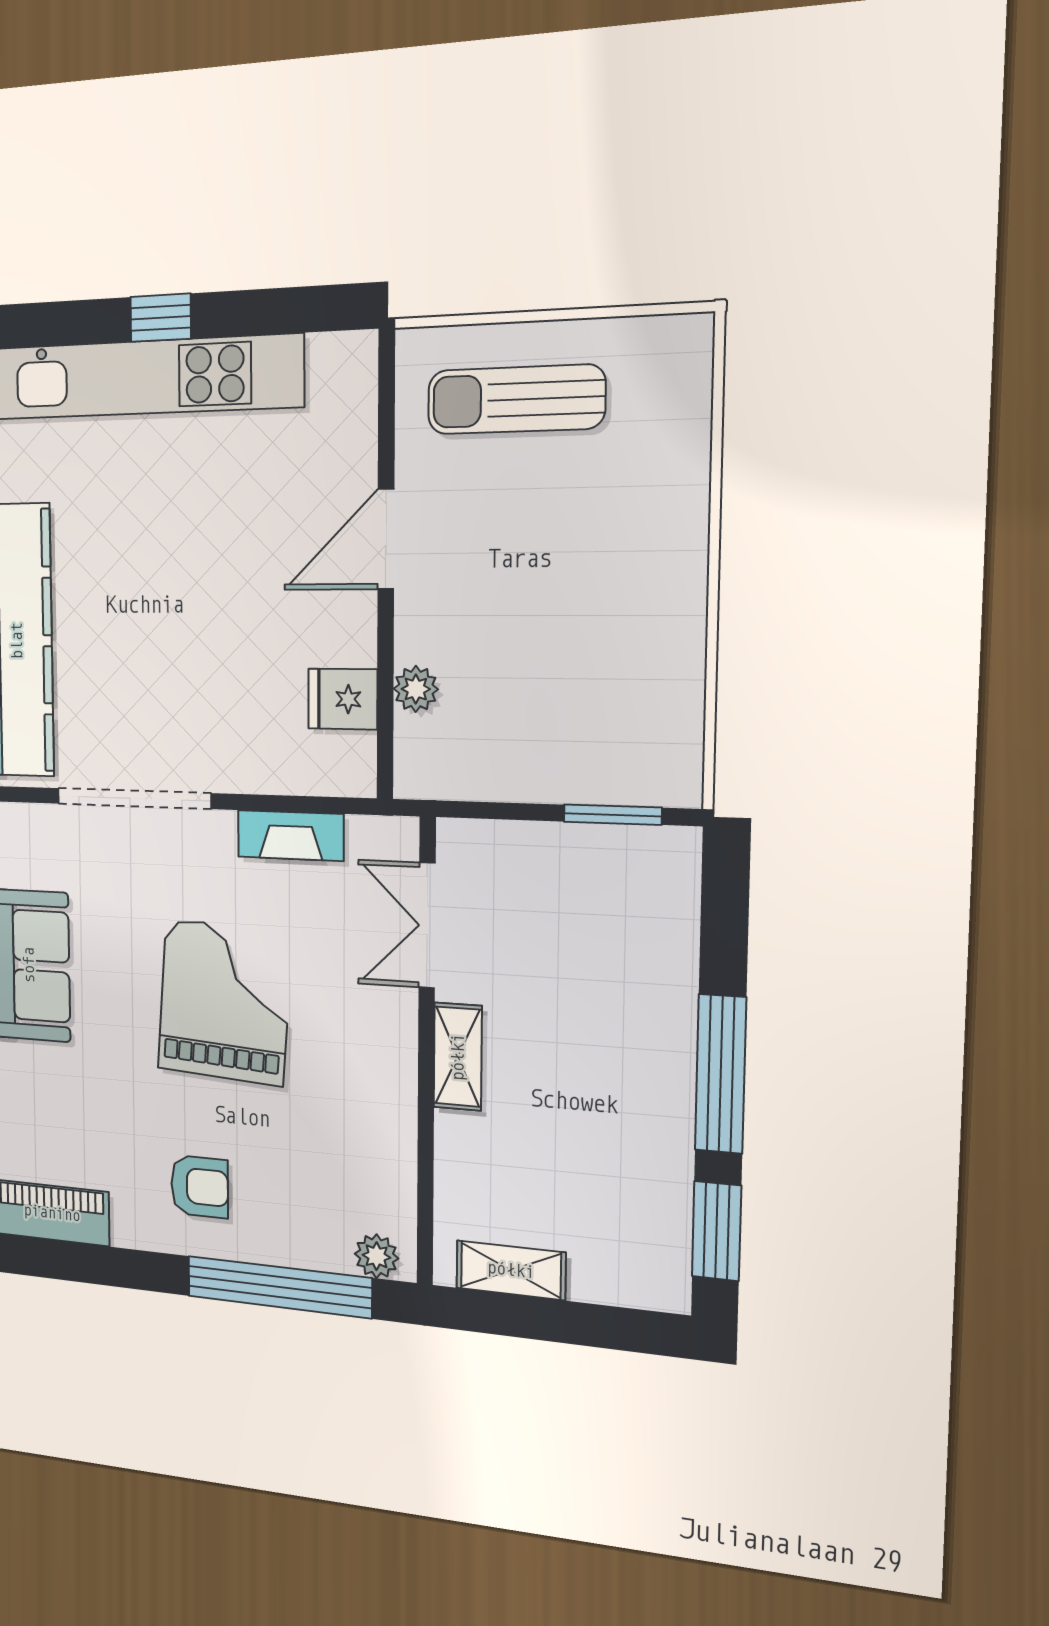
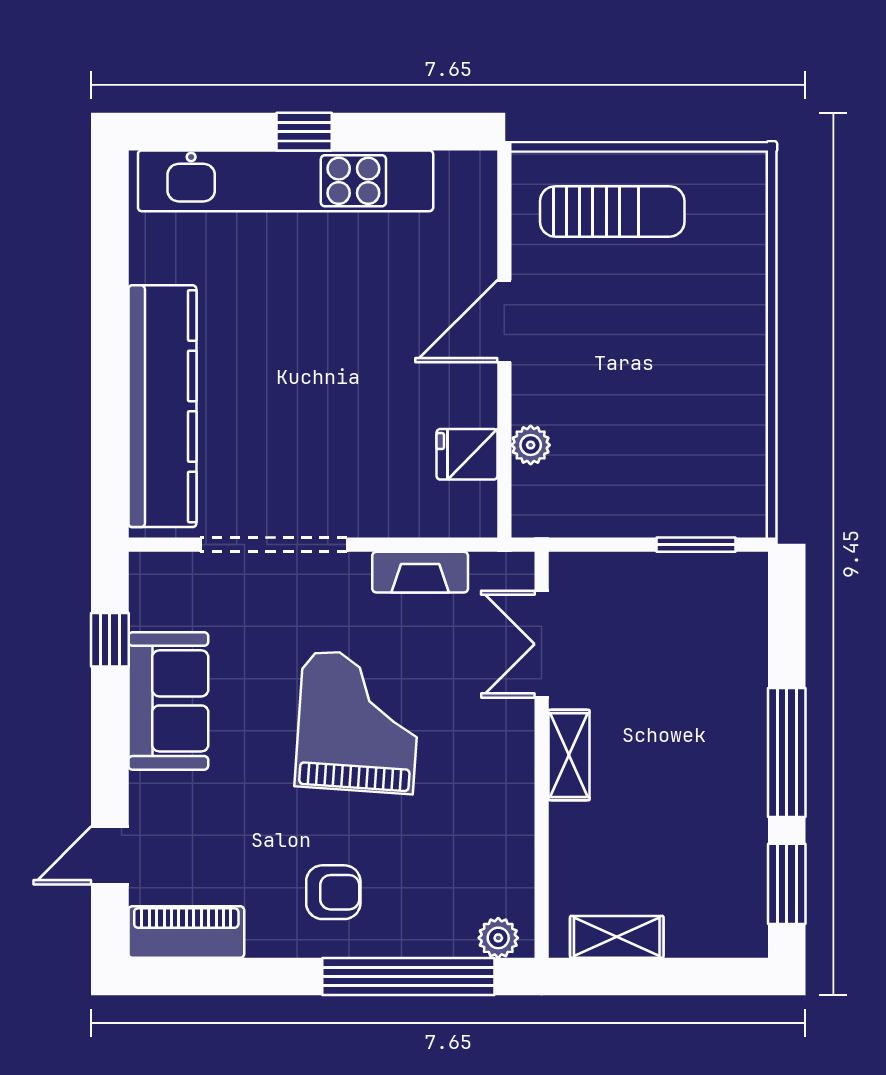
sun lounger: (516, 399) -> (612, 211), turned 180

